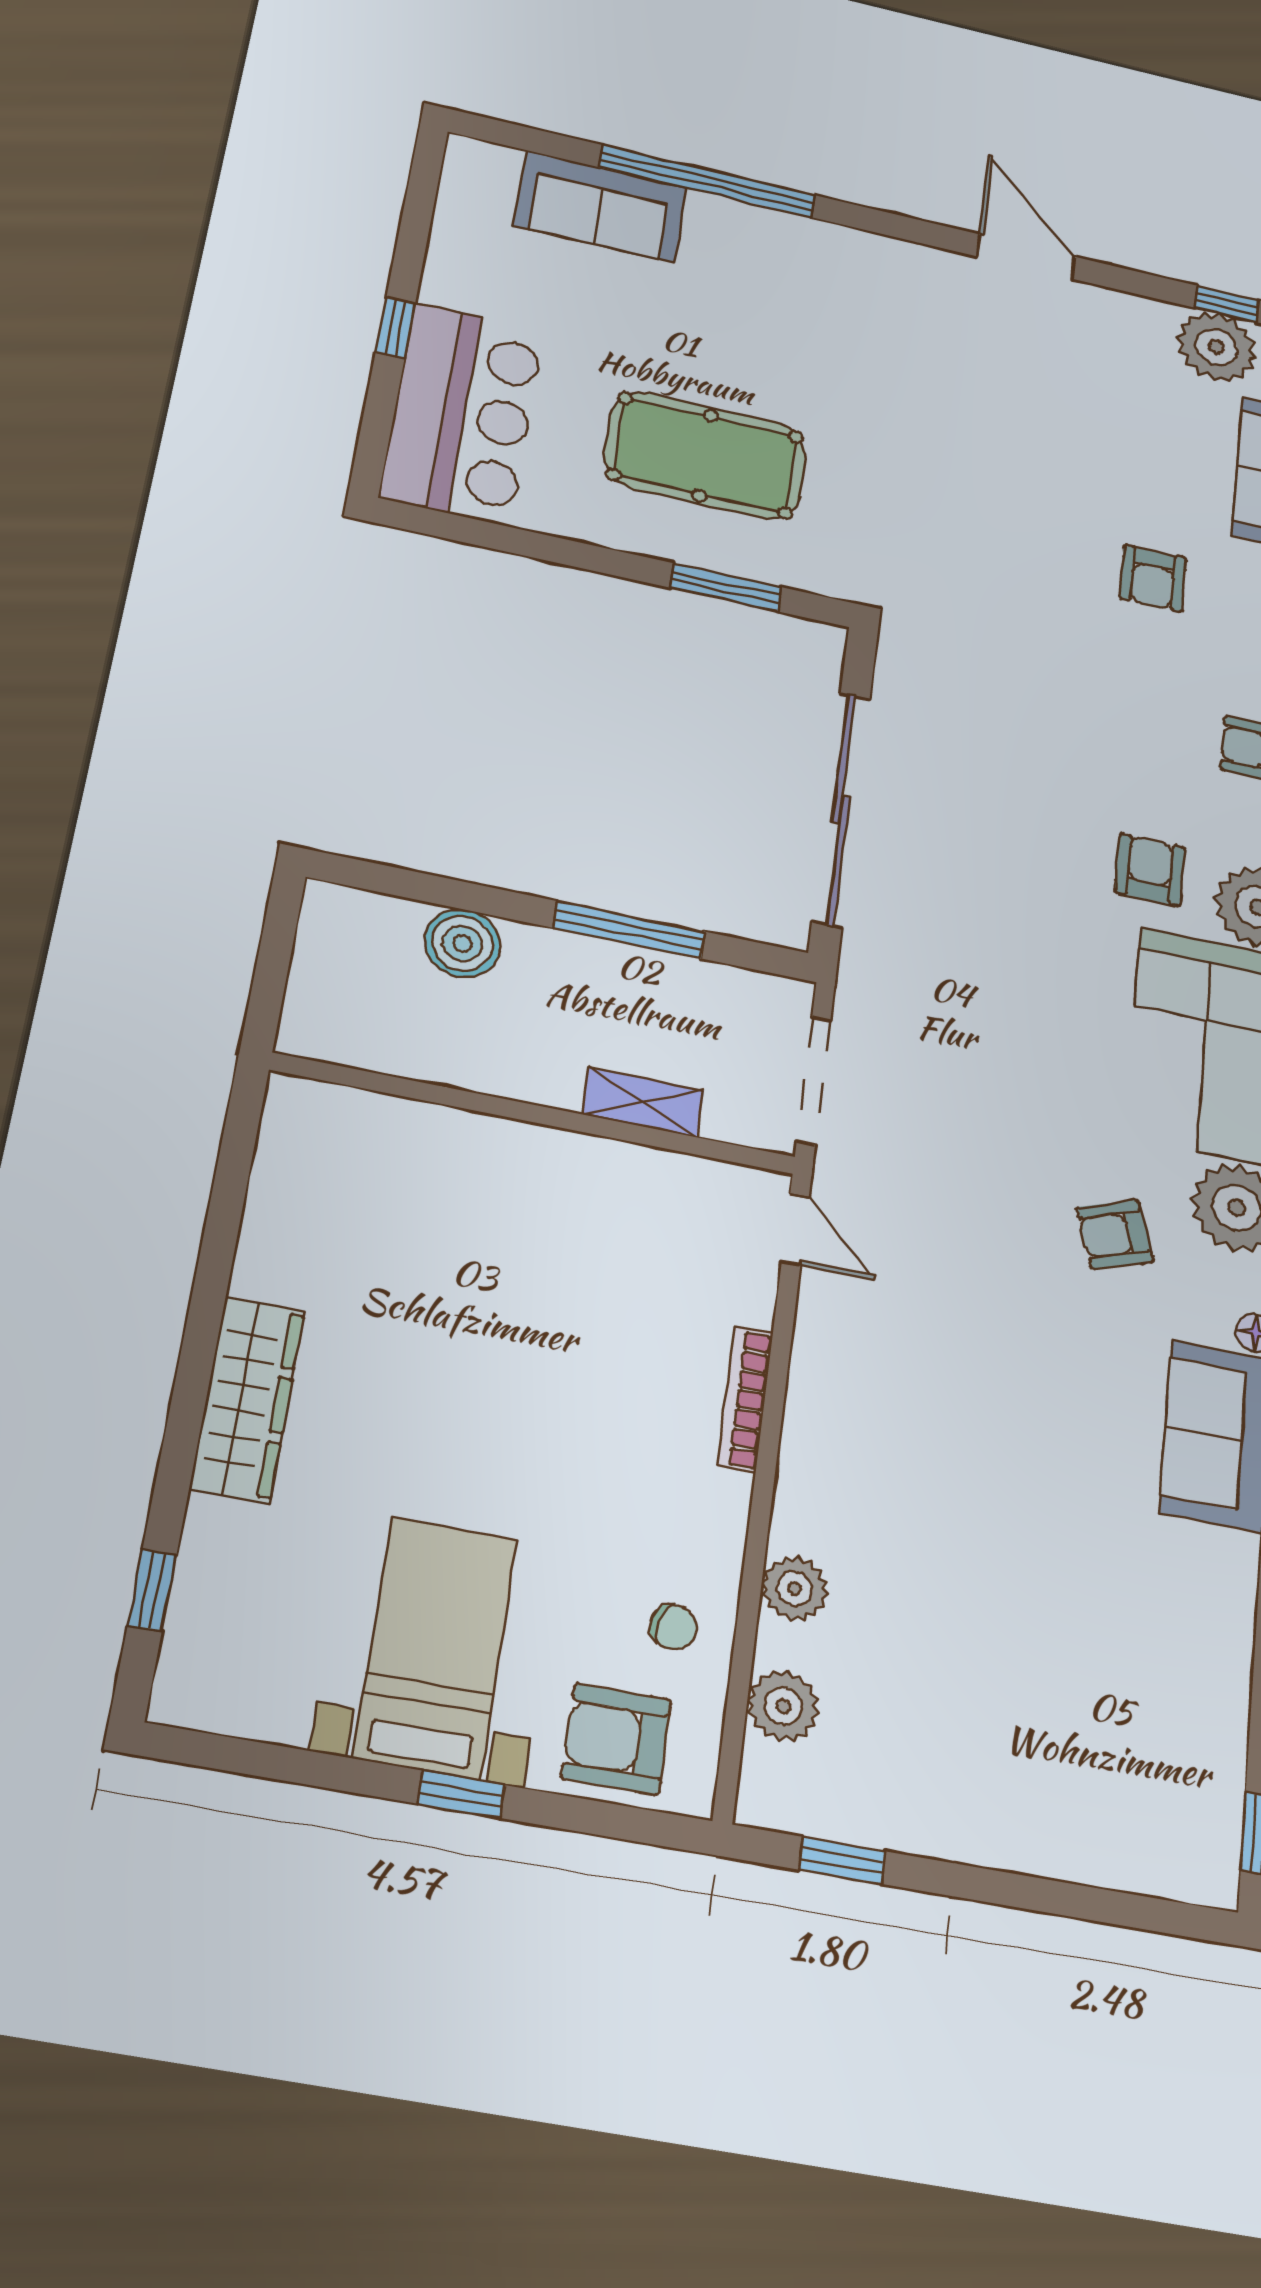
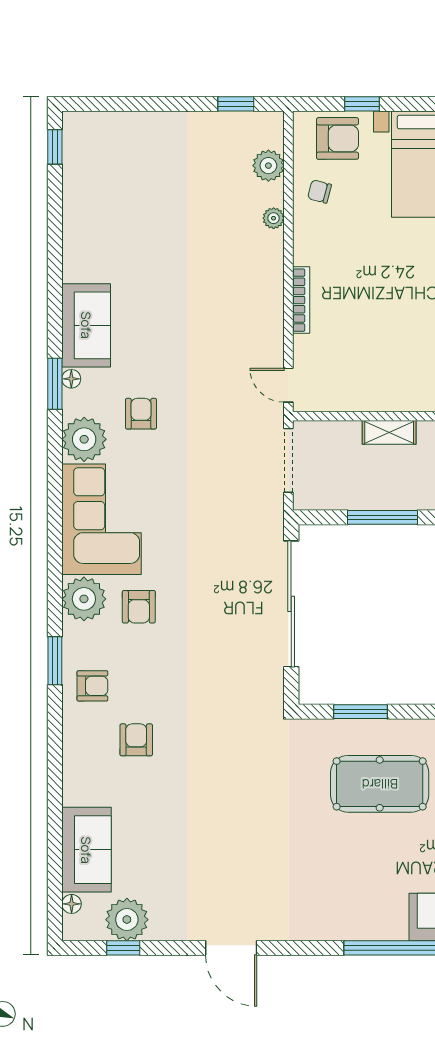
armchair: (1153, 578) -> (136, 740), moved
shelving: (643, 1102) -> (389, 432), moved
armchair: (1115, 1234) -> (141, 414), turned -71
plant: (795, 1589) -> (274, 218), width x0.73, depth x0.73
window: (461, 1794) -> (362, 104), moved

